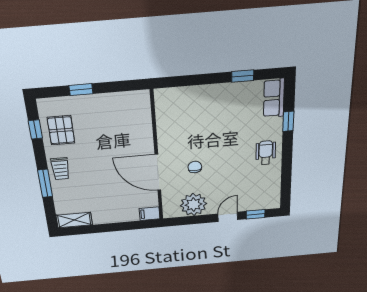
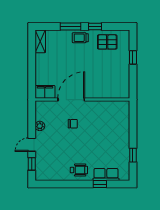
row of seats: (274, 98) -> (106, 174), moved
window: (35, 129) -> (95, 26), moved
plant: (194, 205) -> (40, 126), width x0.53, depth x0.53
filing cabinet: (150, 214) -> (45, 92), width x2.00
door: (228, 217) -> (32, 145), swing flipped

